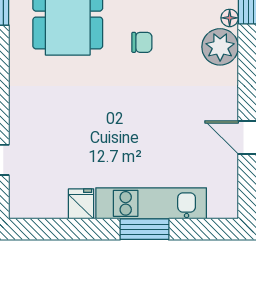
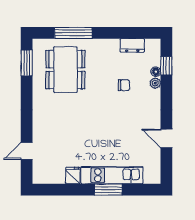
chair: (142, 42) -> (124, 85), moved
plant: (220, 47) -> (155, 83), width x0.53, depth x0.53

